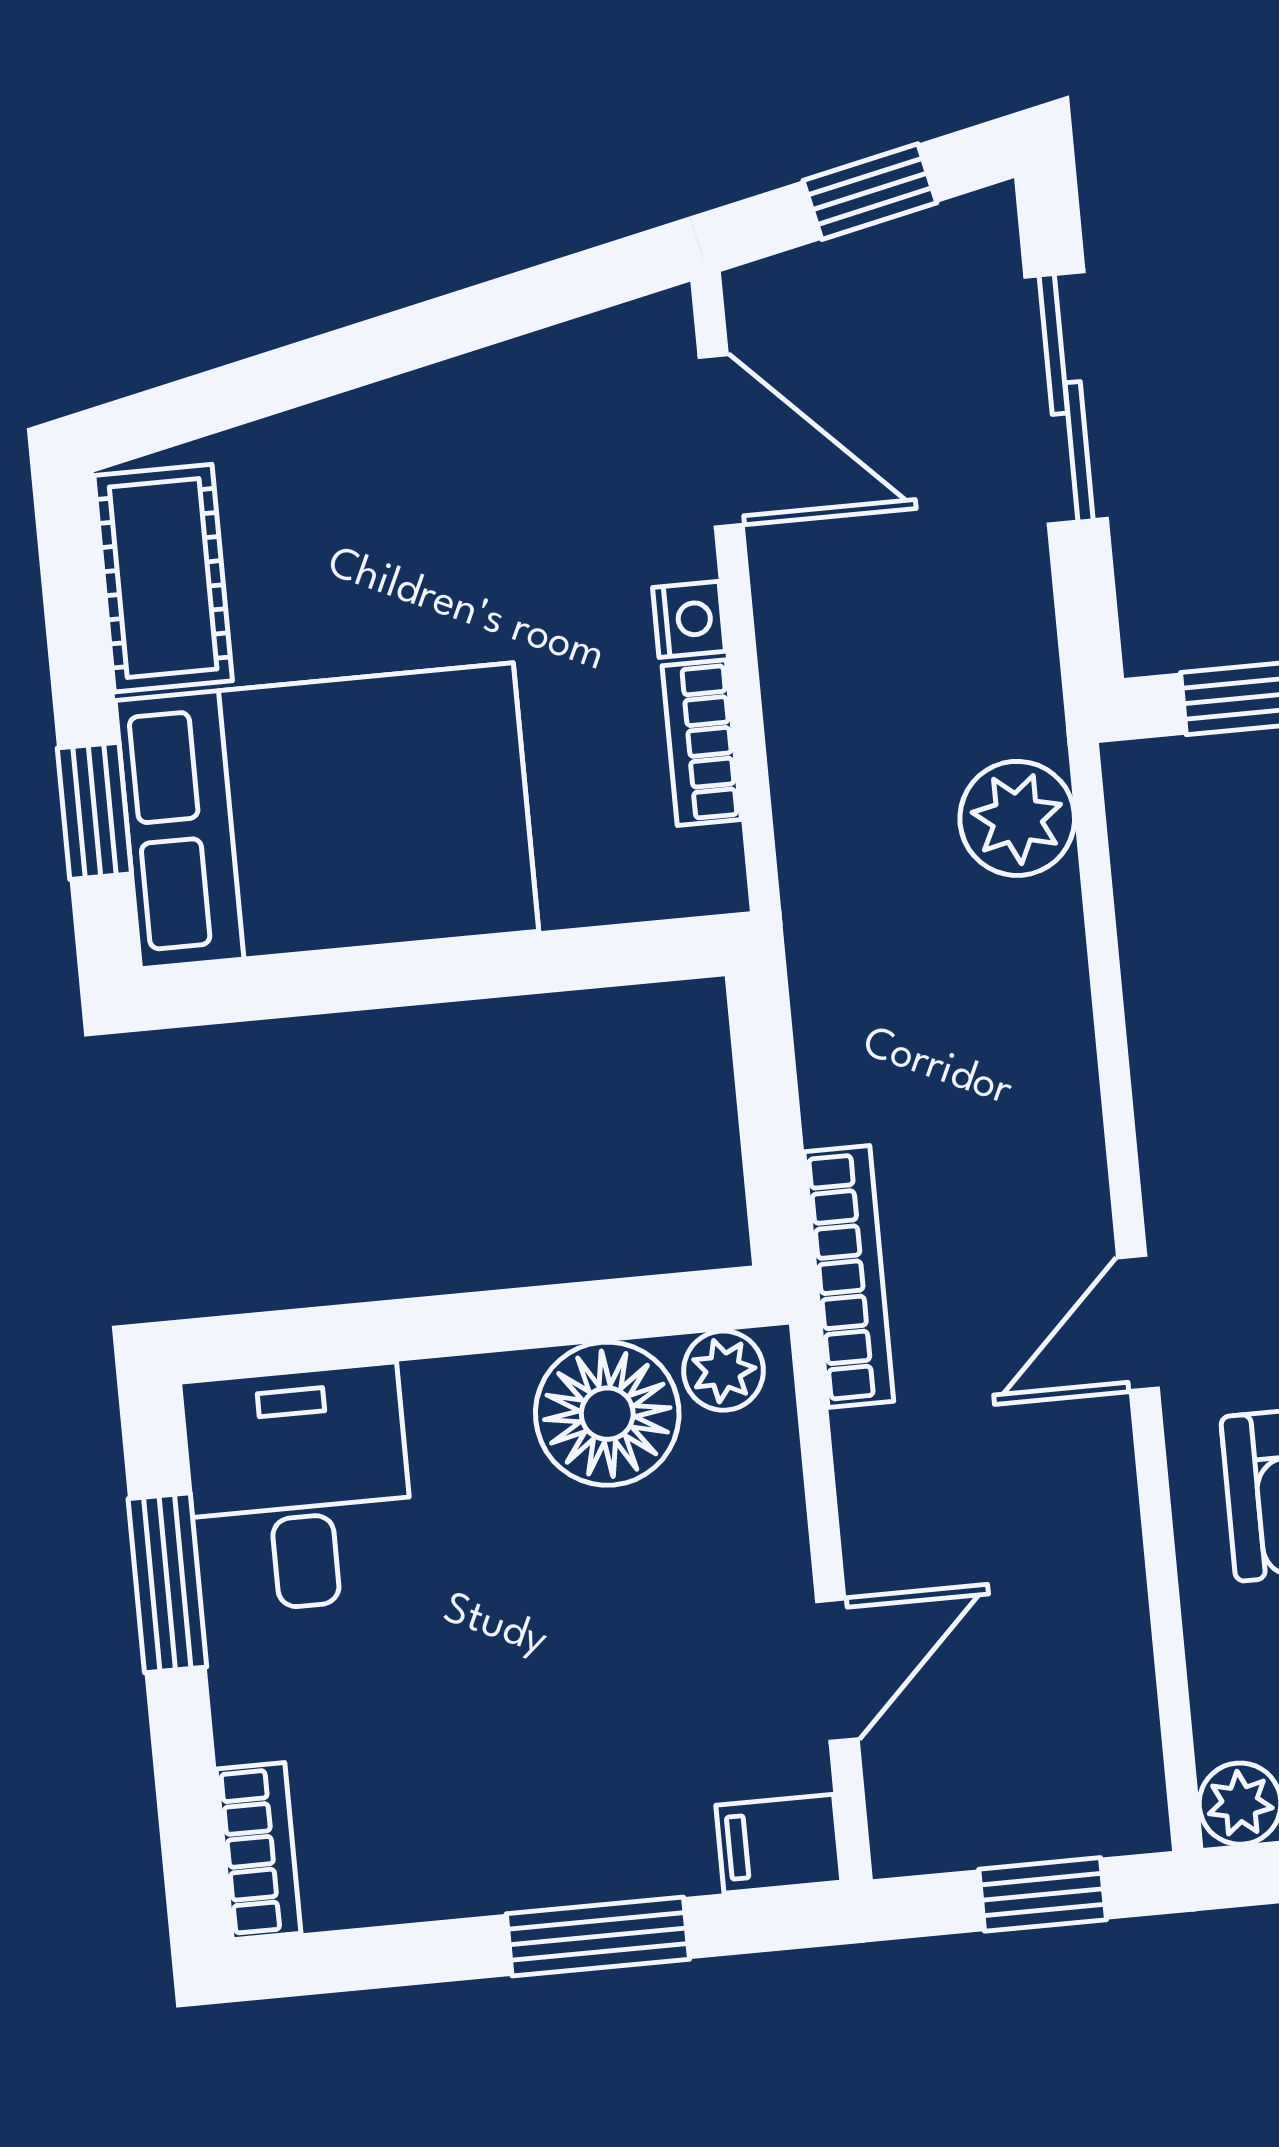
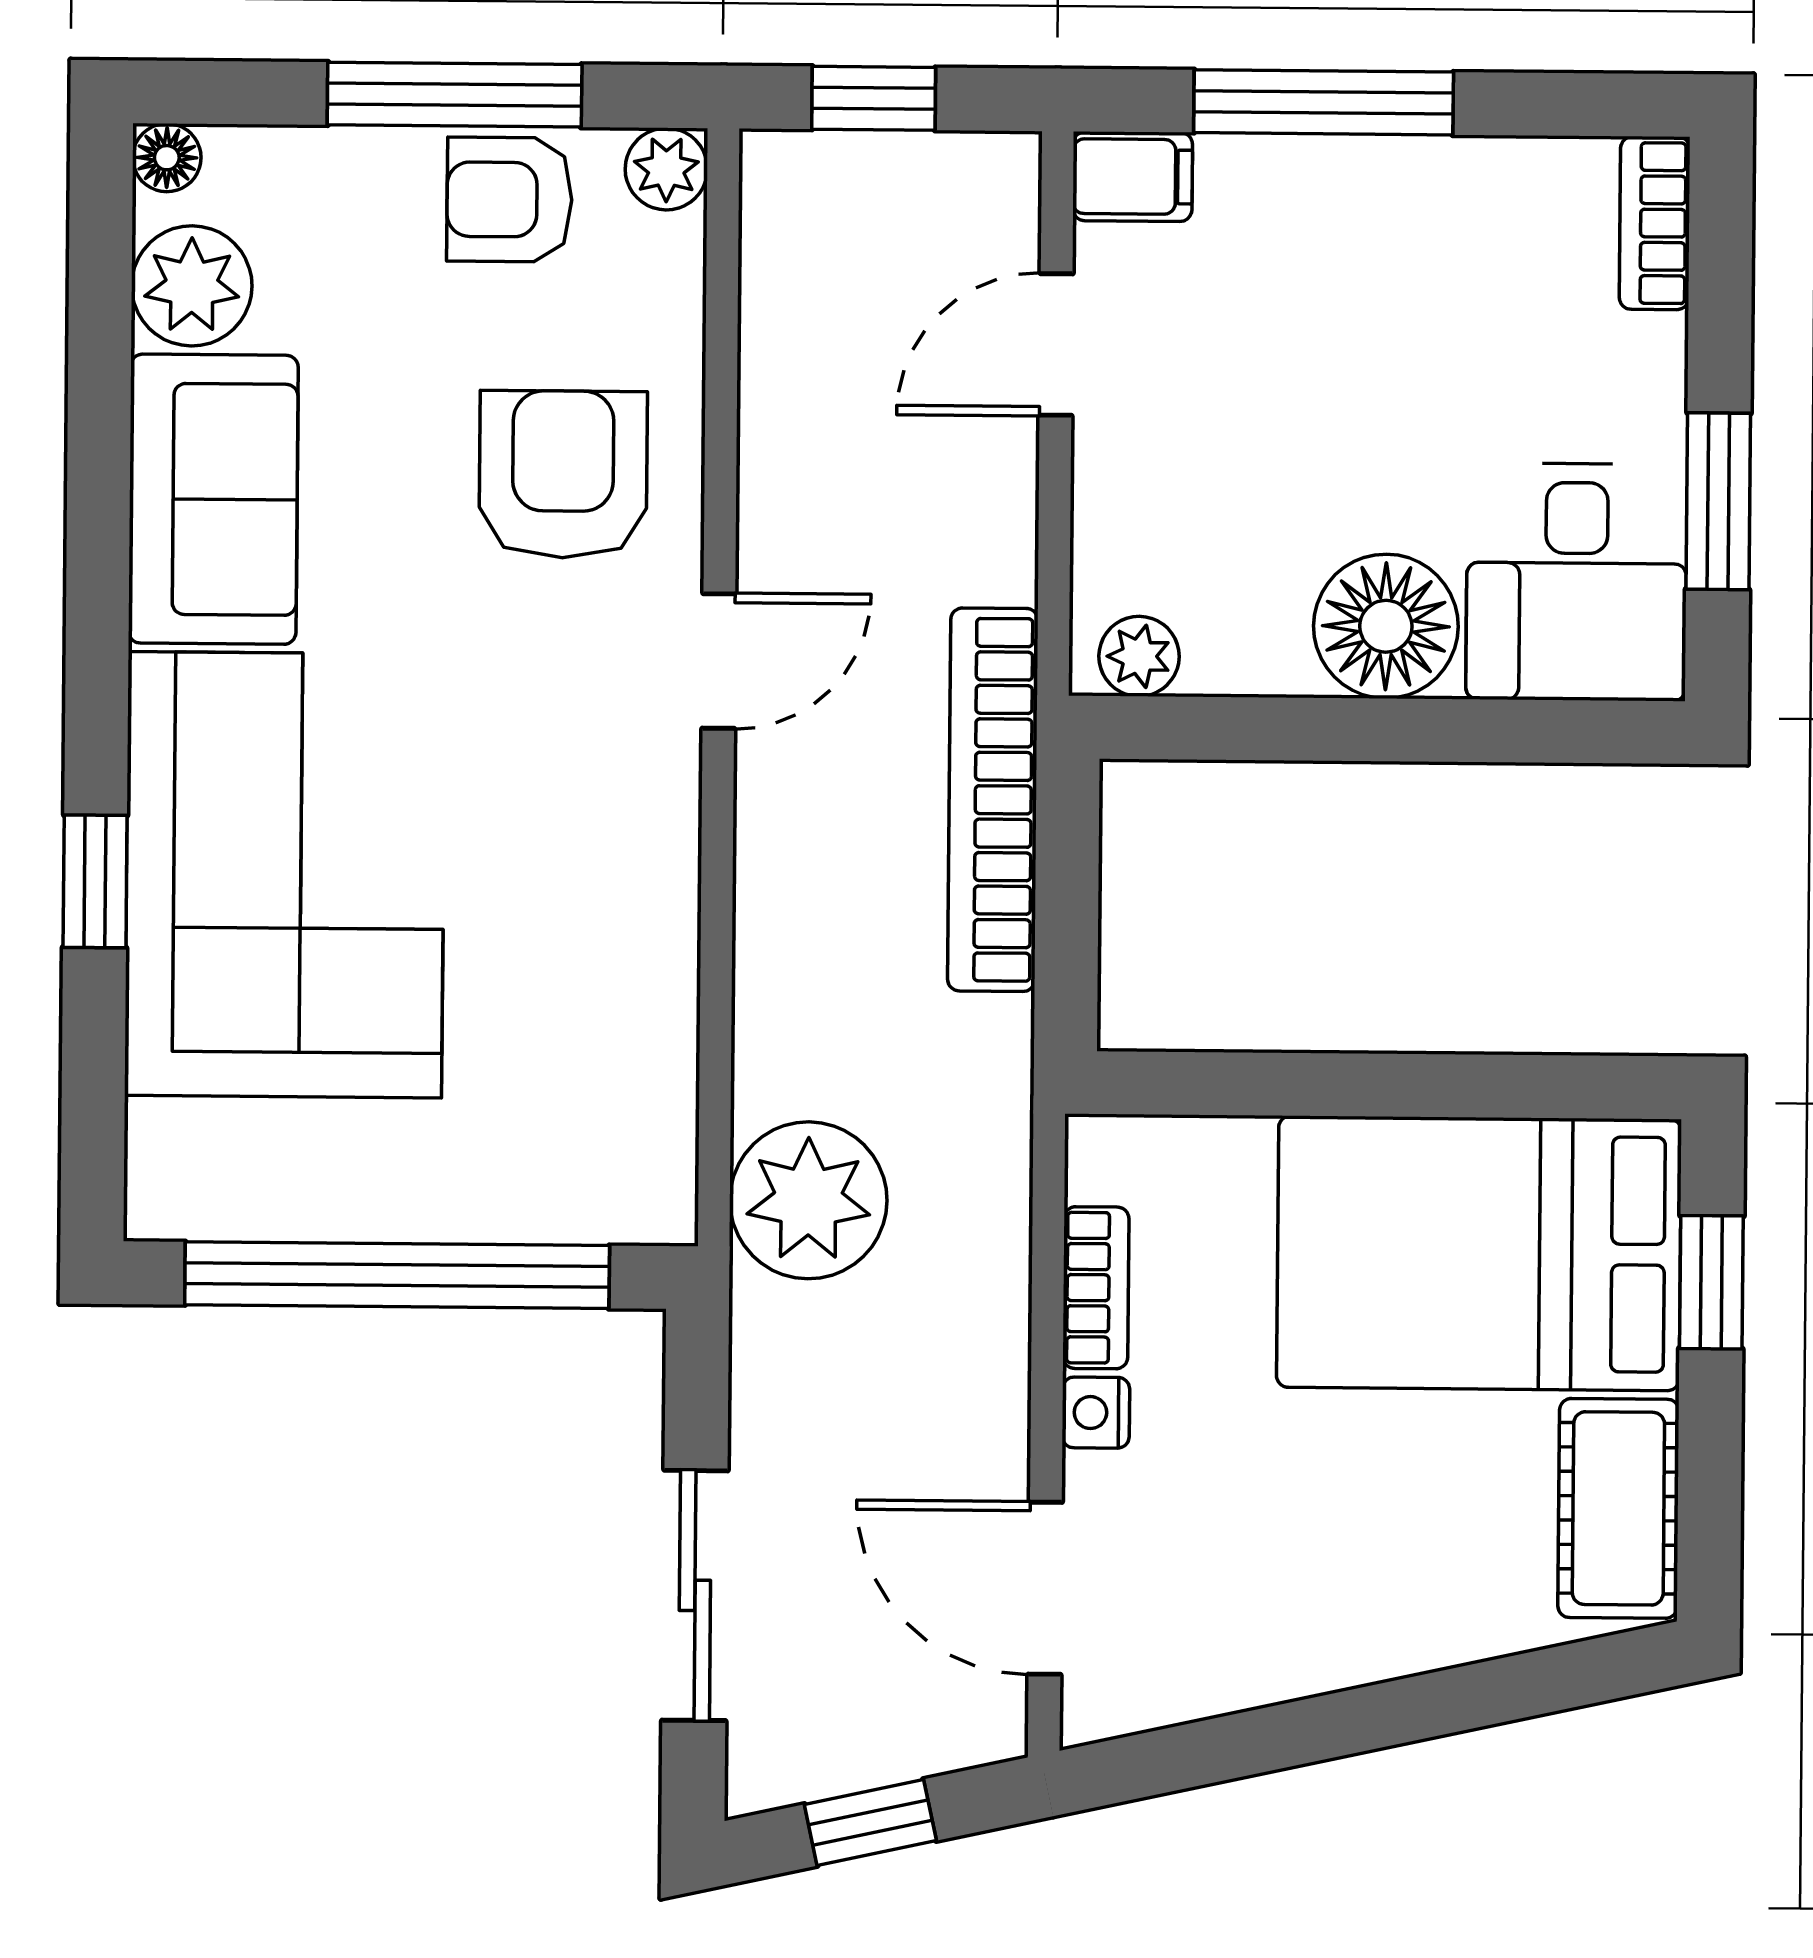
plant: (1017, 818) -> (808, 1200), width x1.36, depth x1.36
bookcase: (849, 1276) -> (993, 800), width x1.48, depth x1.31
floor lamp: (607, 1414) -> (1386, 626), moved
window: (598, 1937) -> (1324, 102), width x1.44

